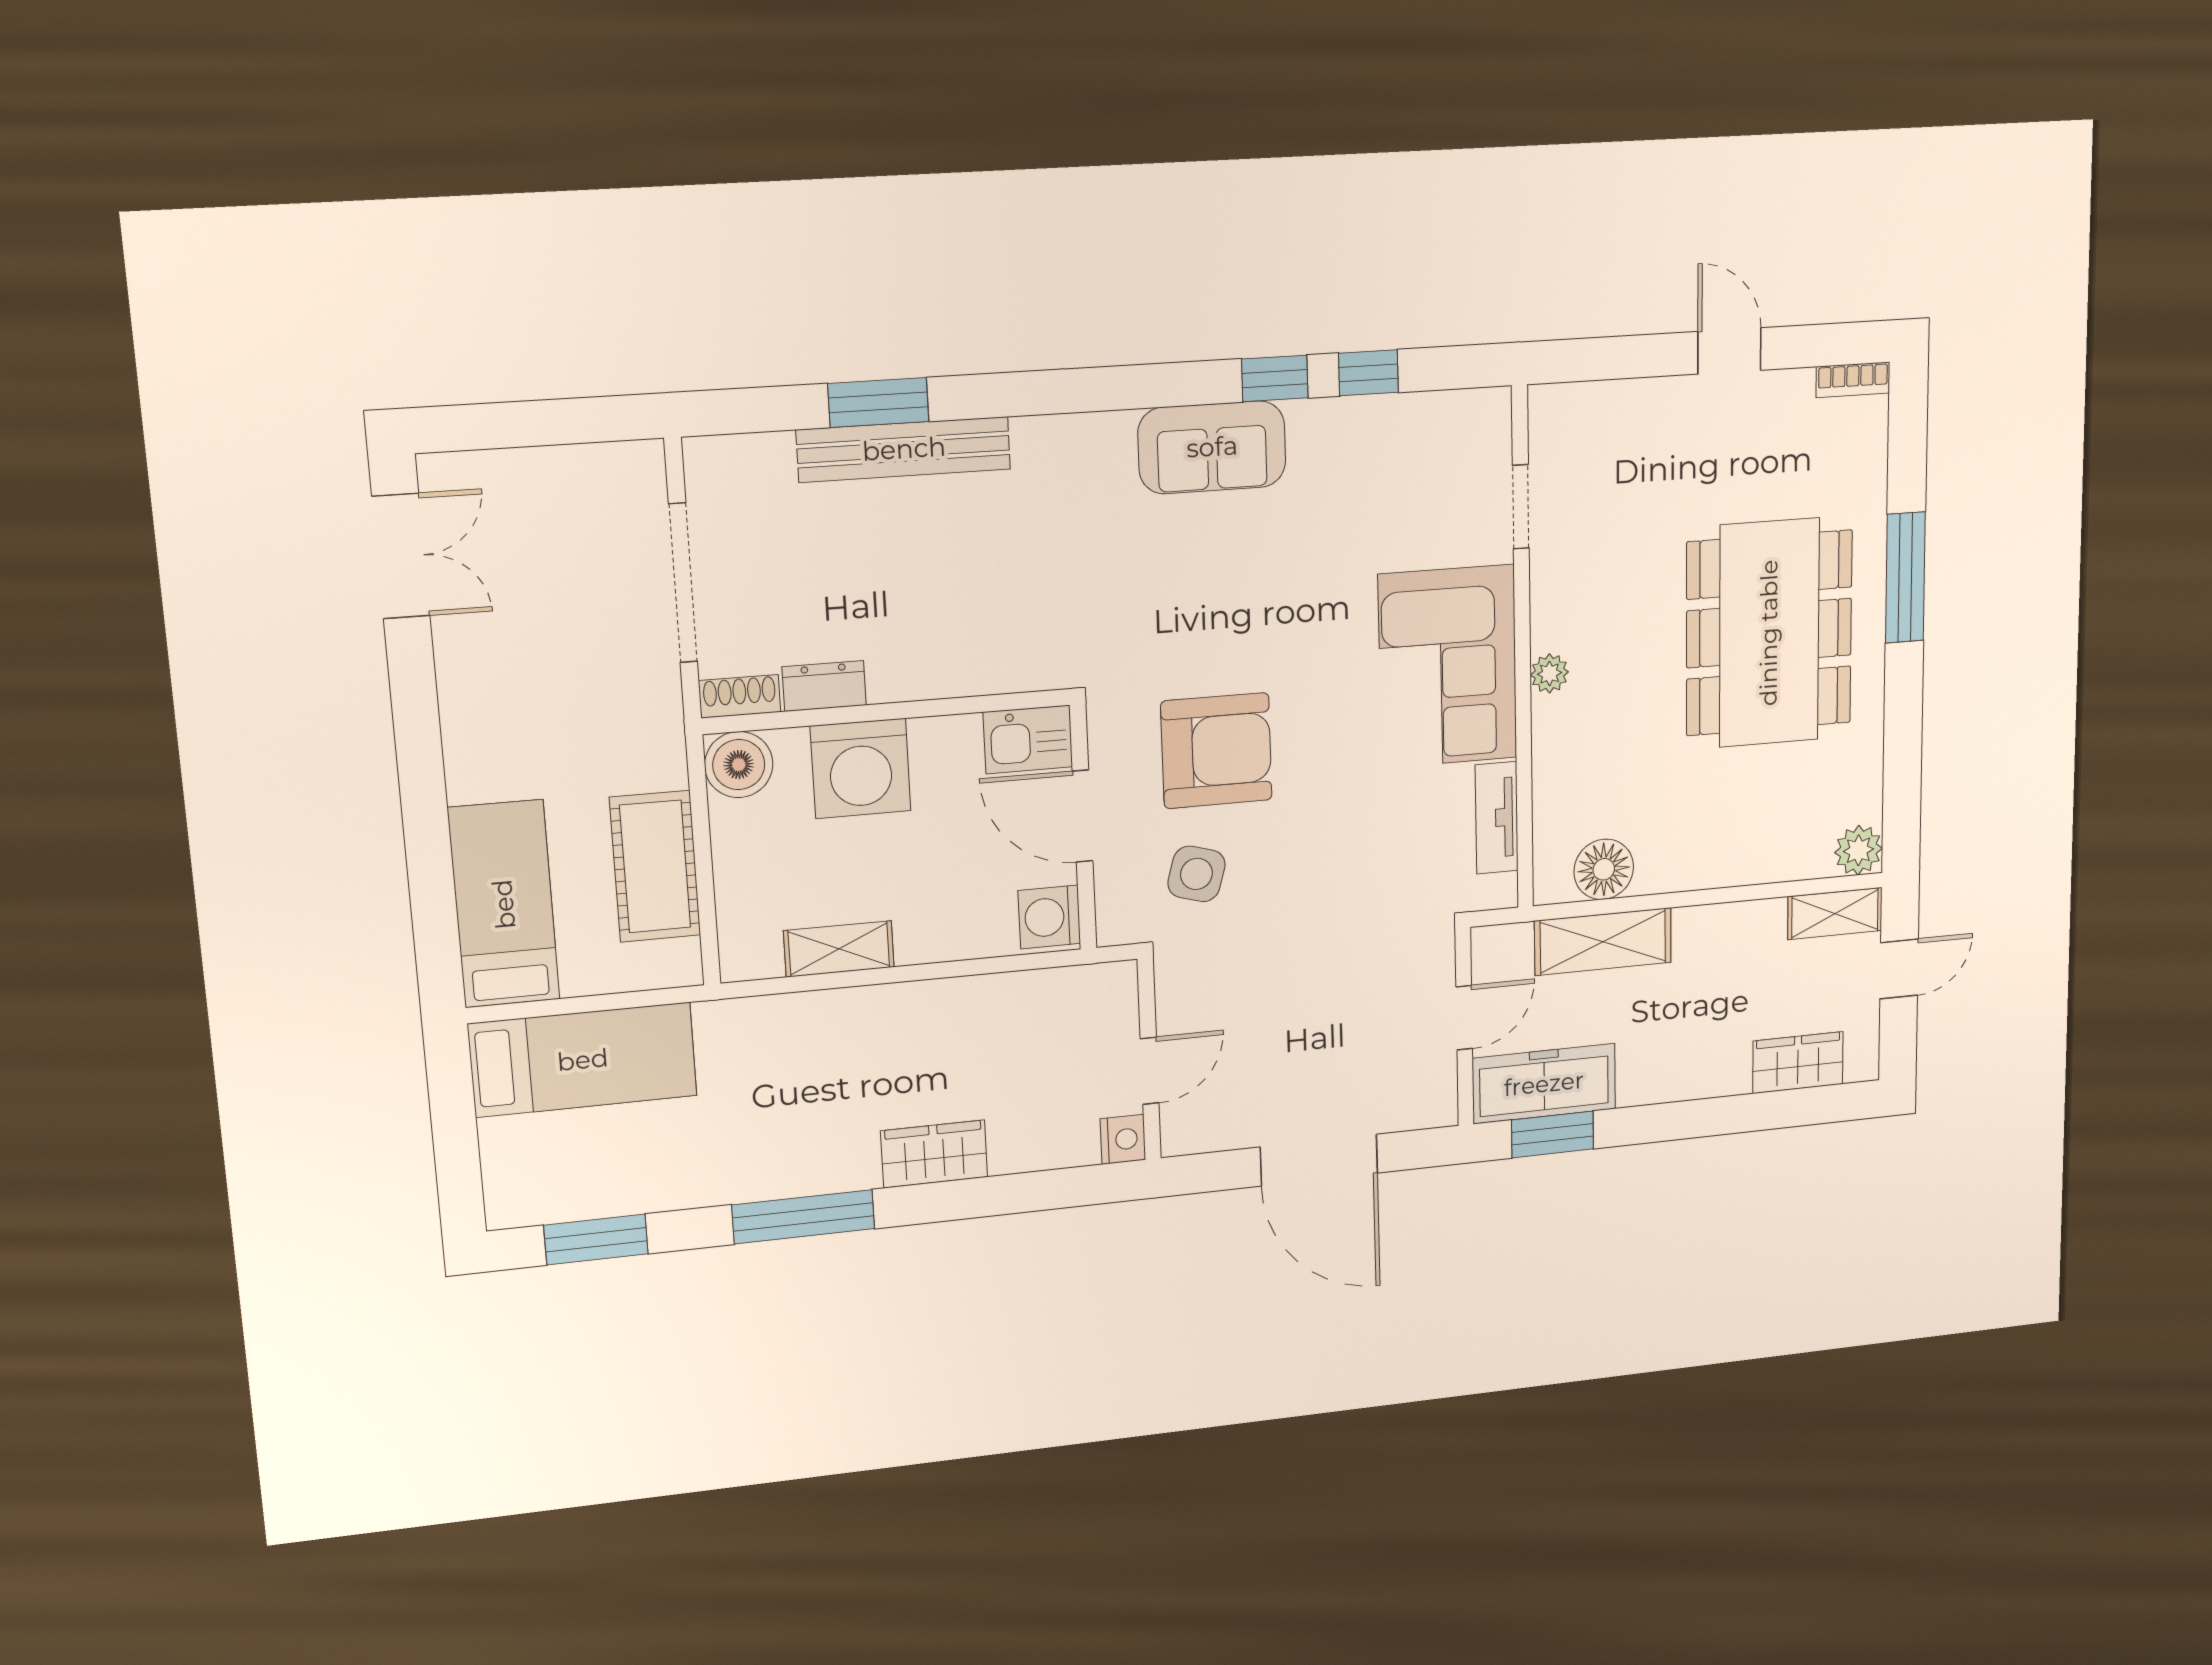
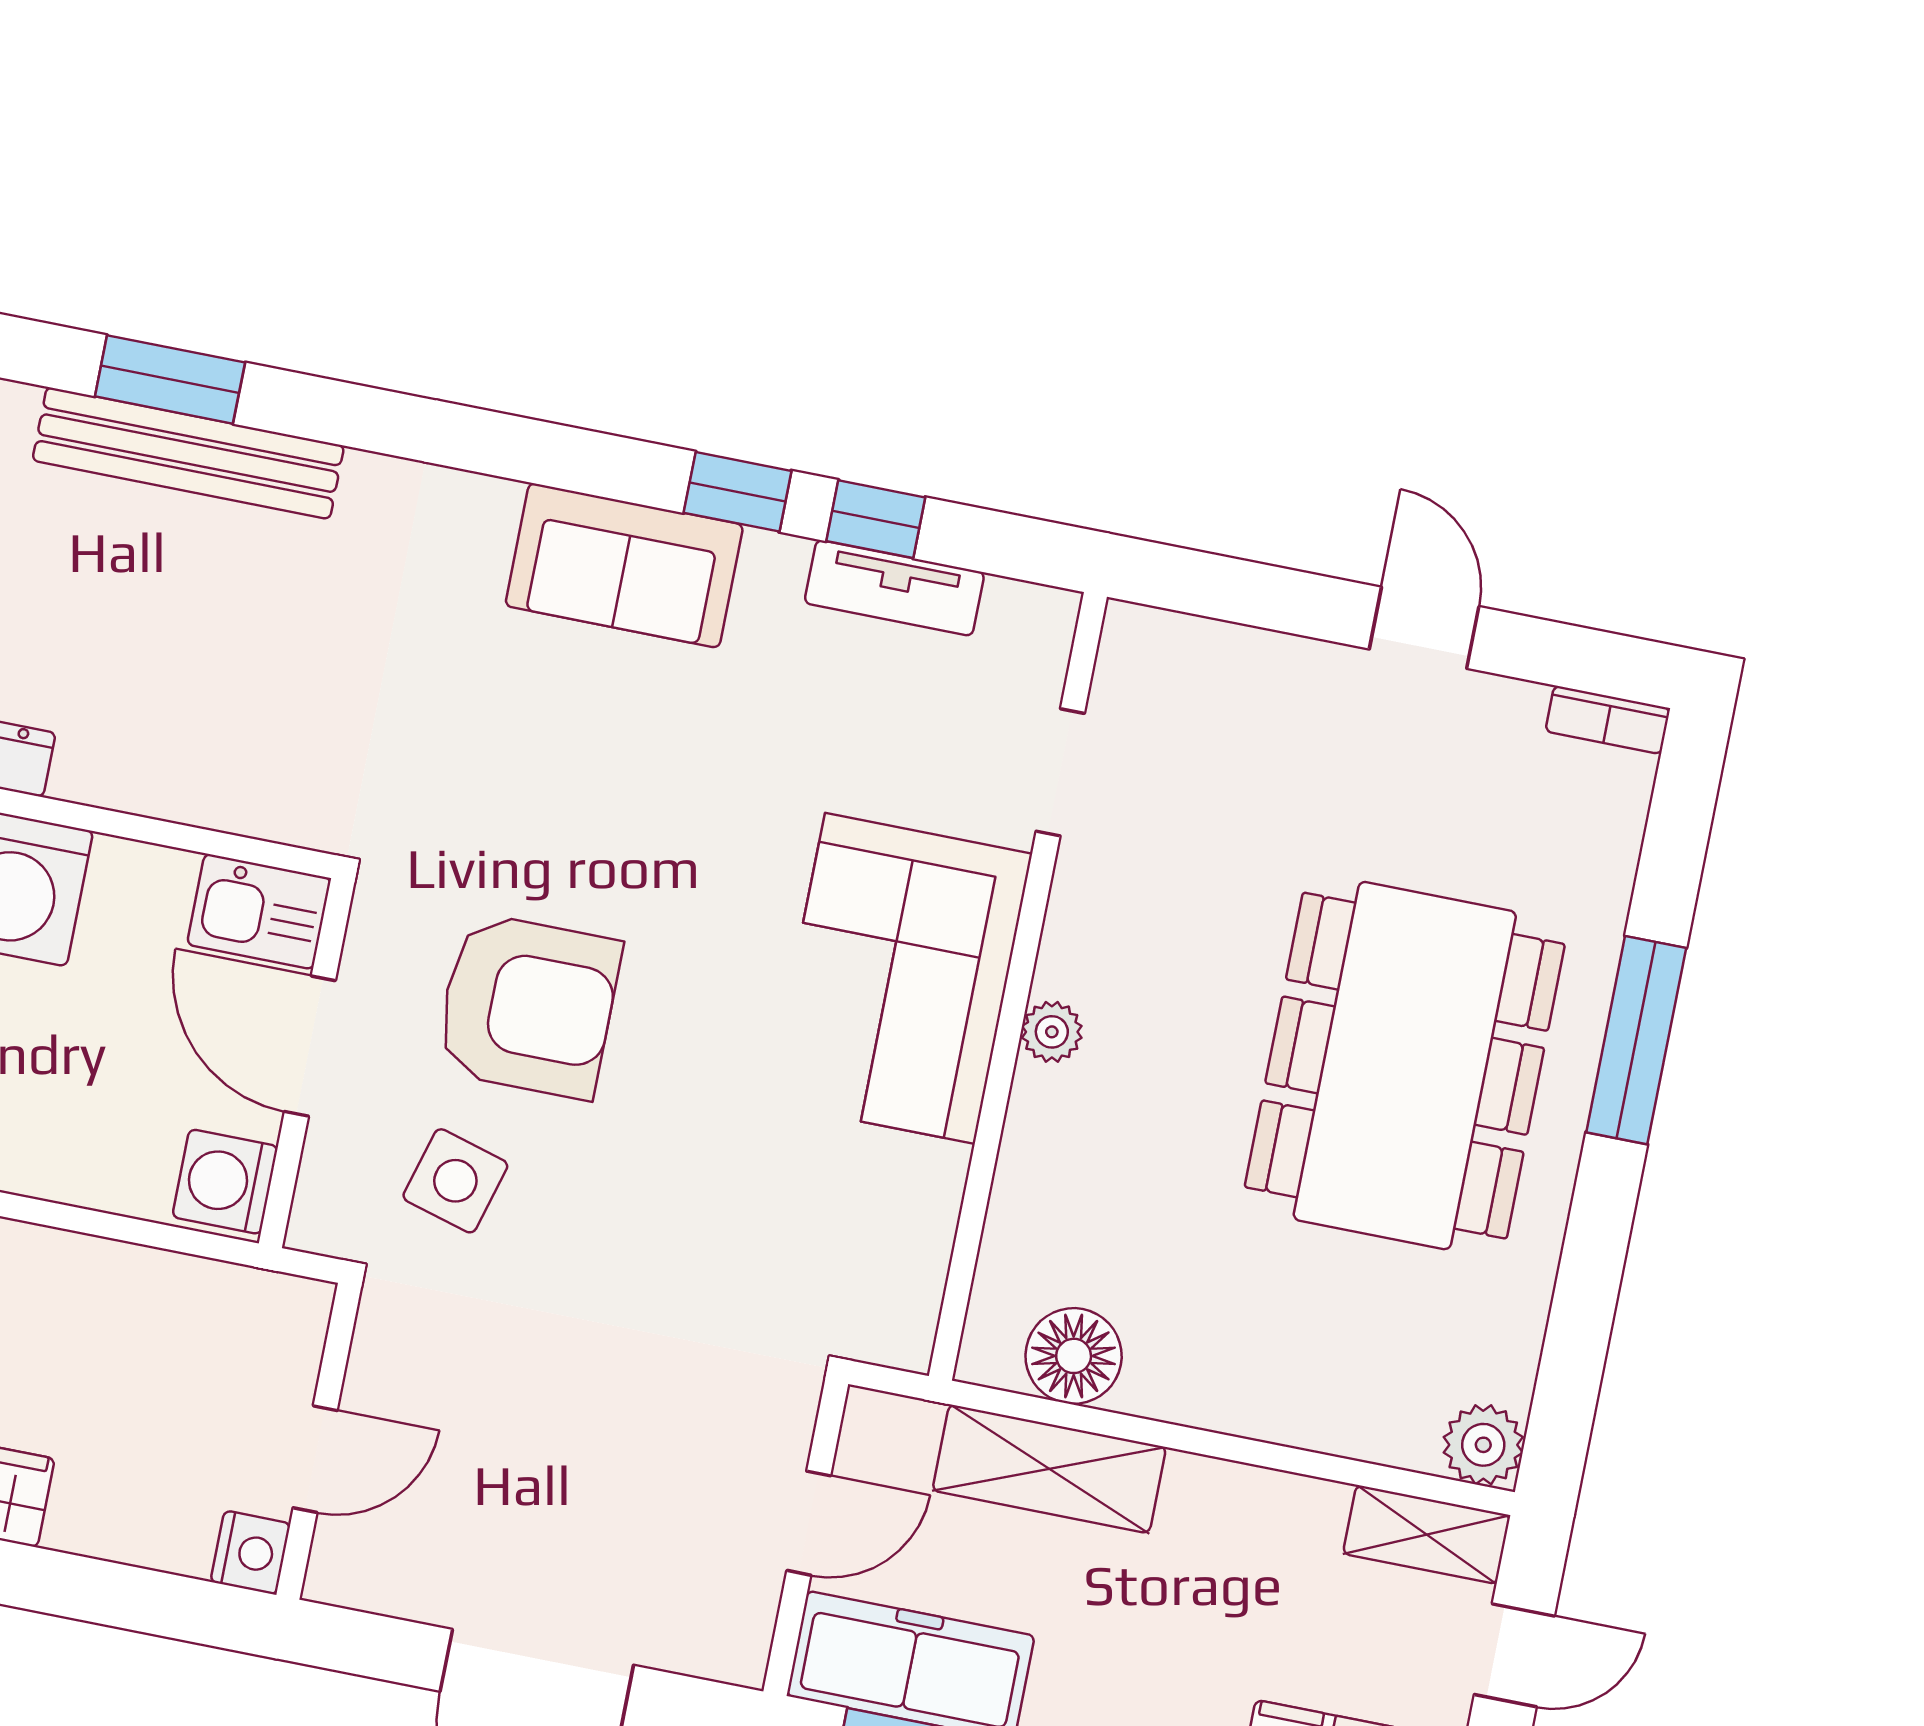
tv unit: (1497, 818) -> (894, 588), moved, turned -90

